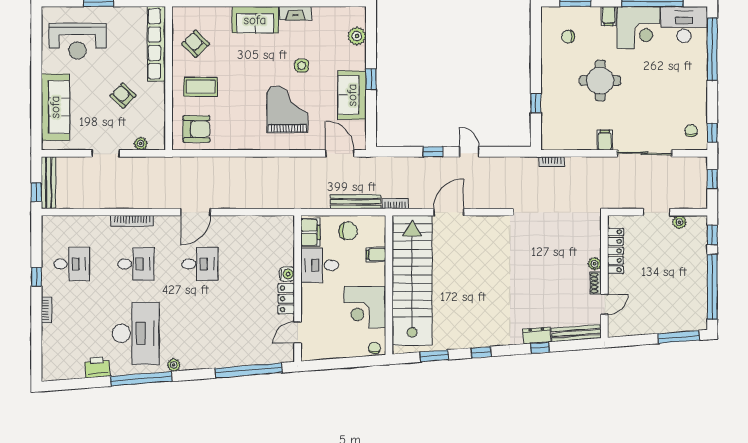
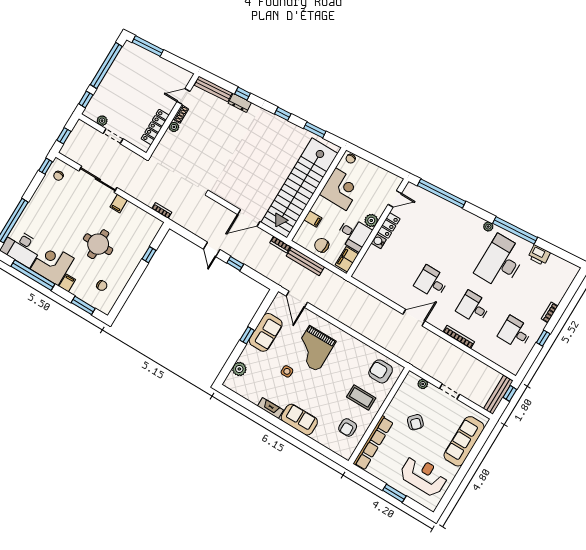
armchair: (196, 44) -> (348, 427), turned 45
plant: (309, 292) -> (371, 220), added

